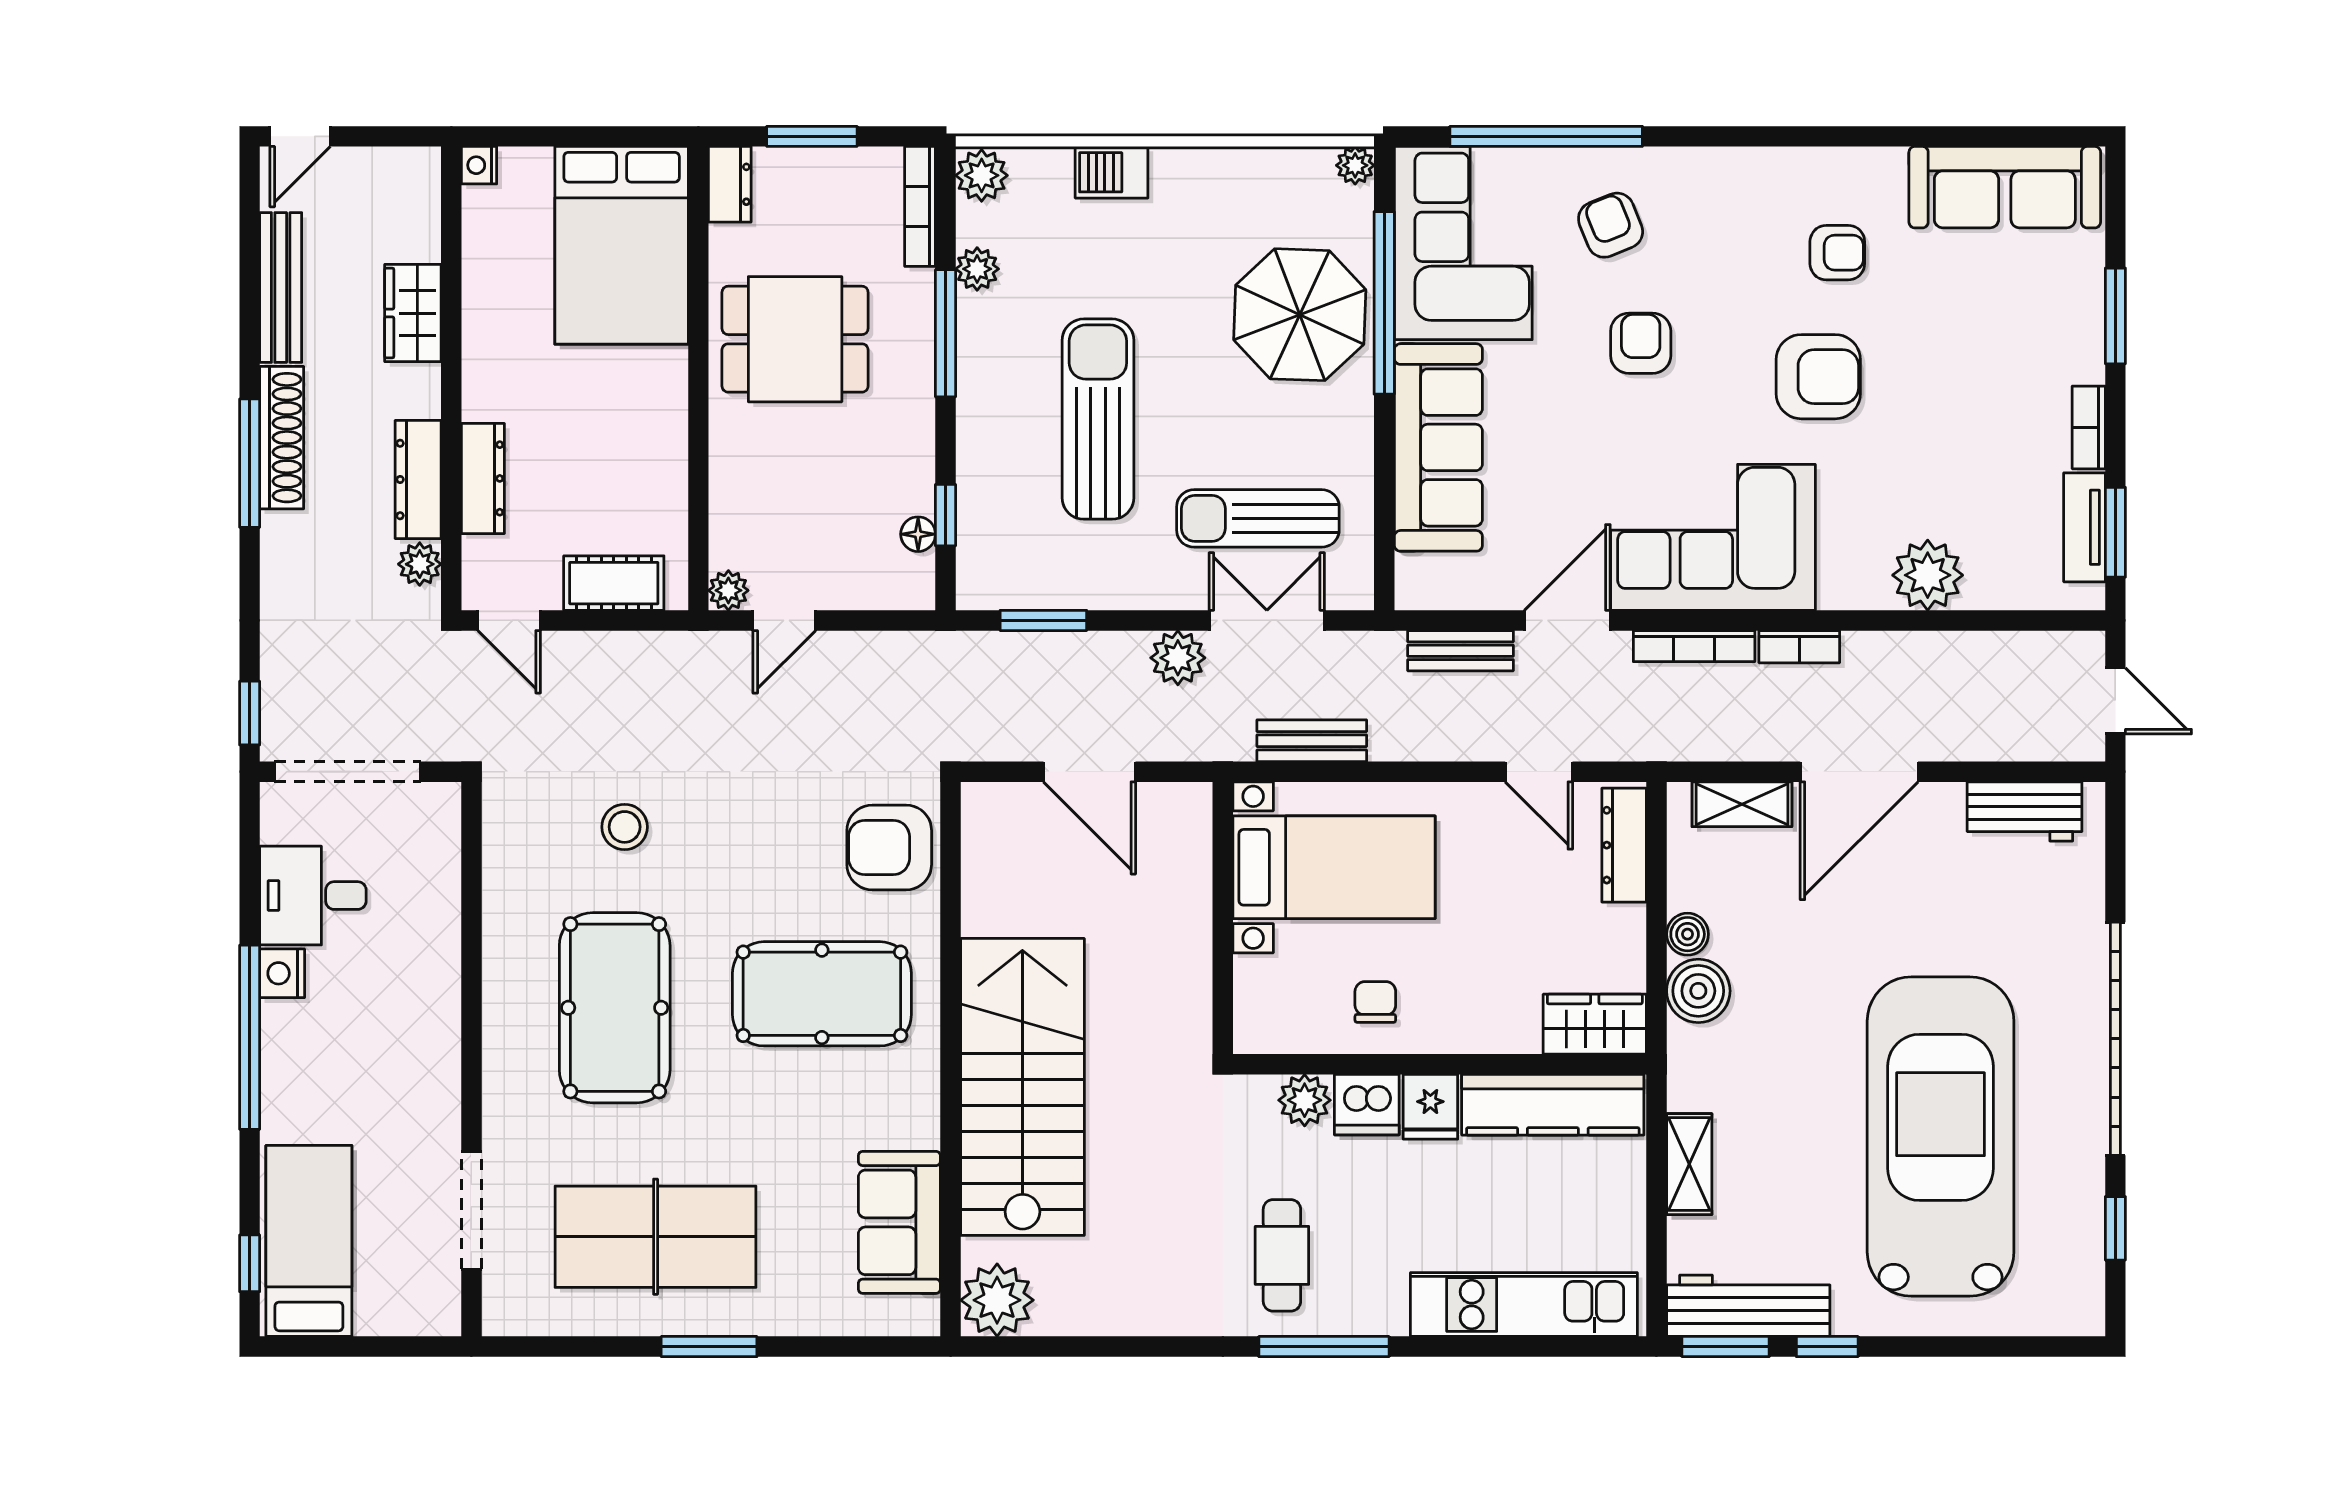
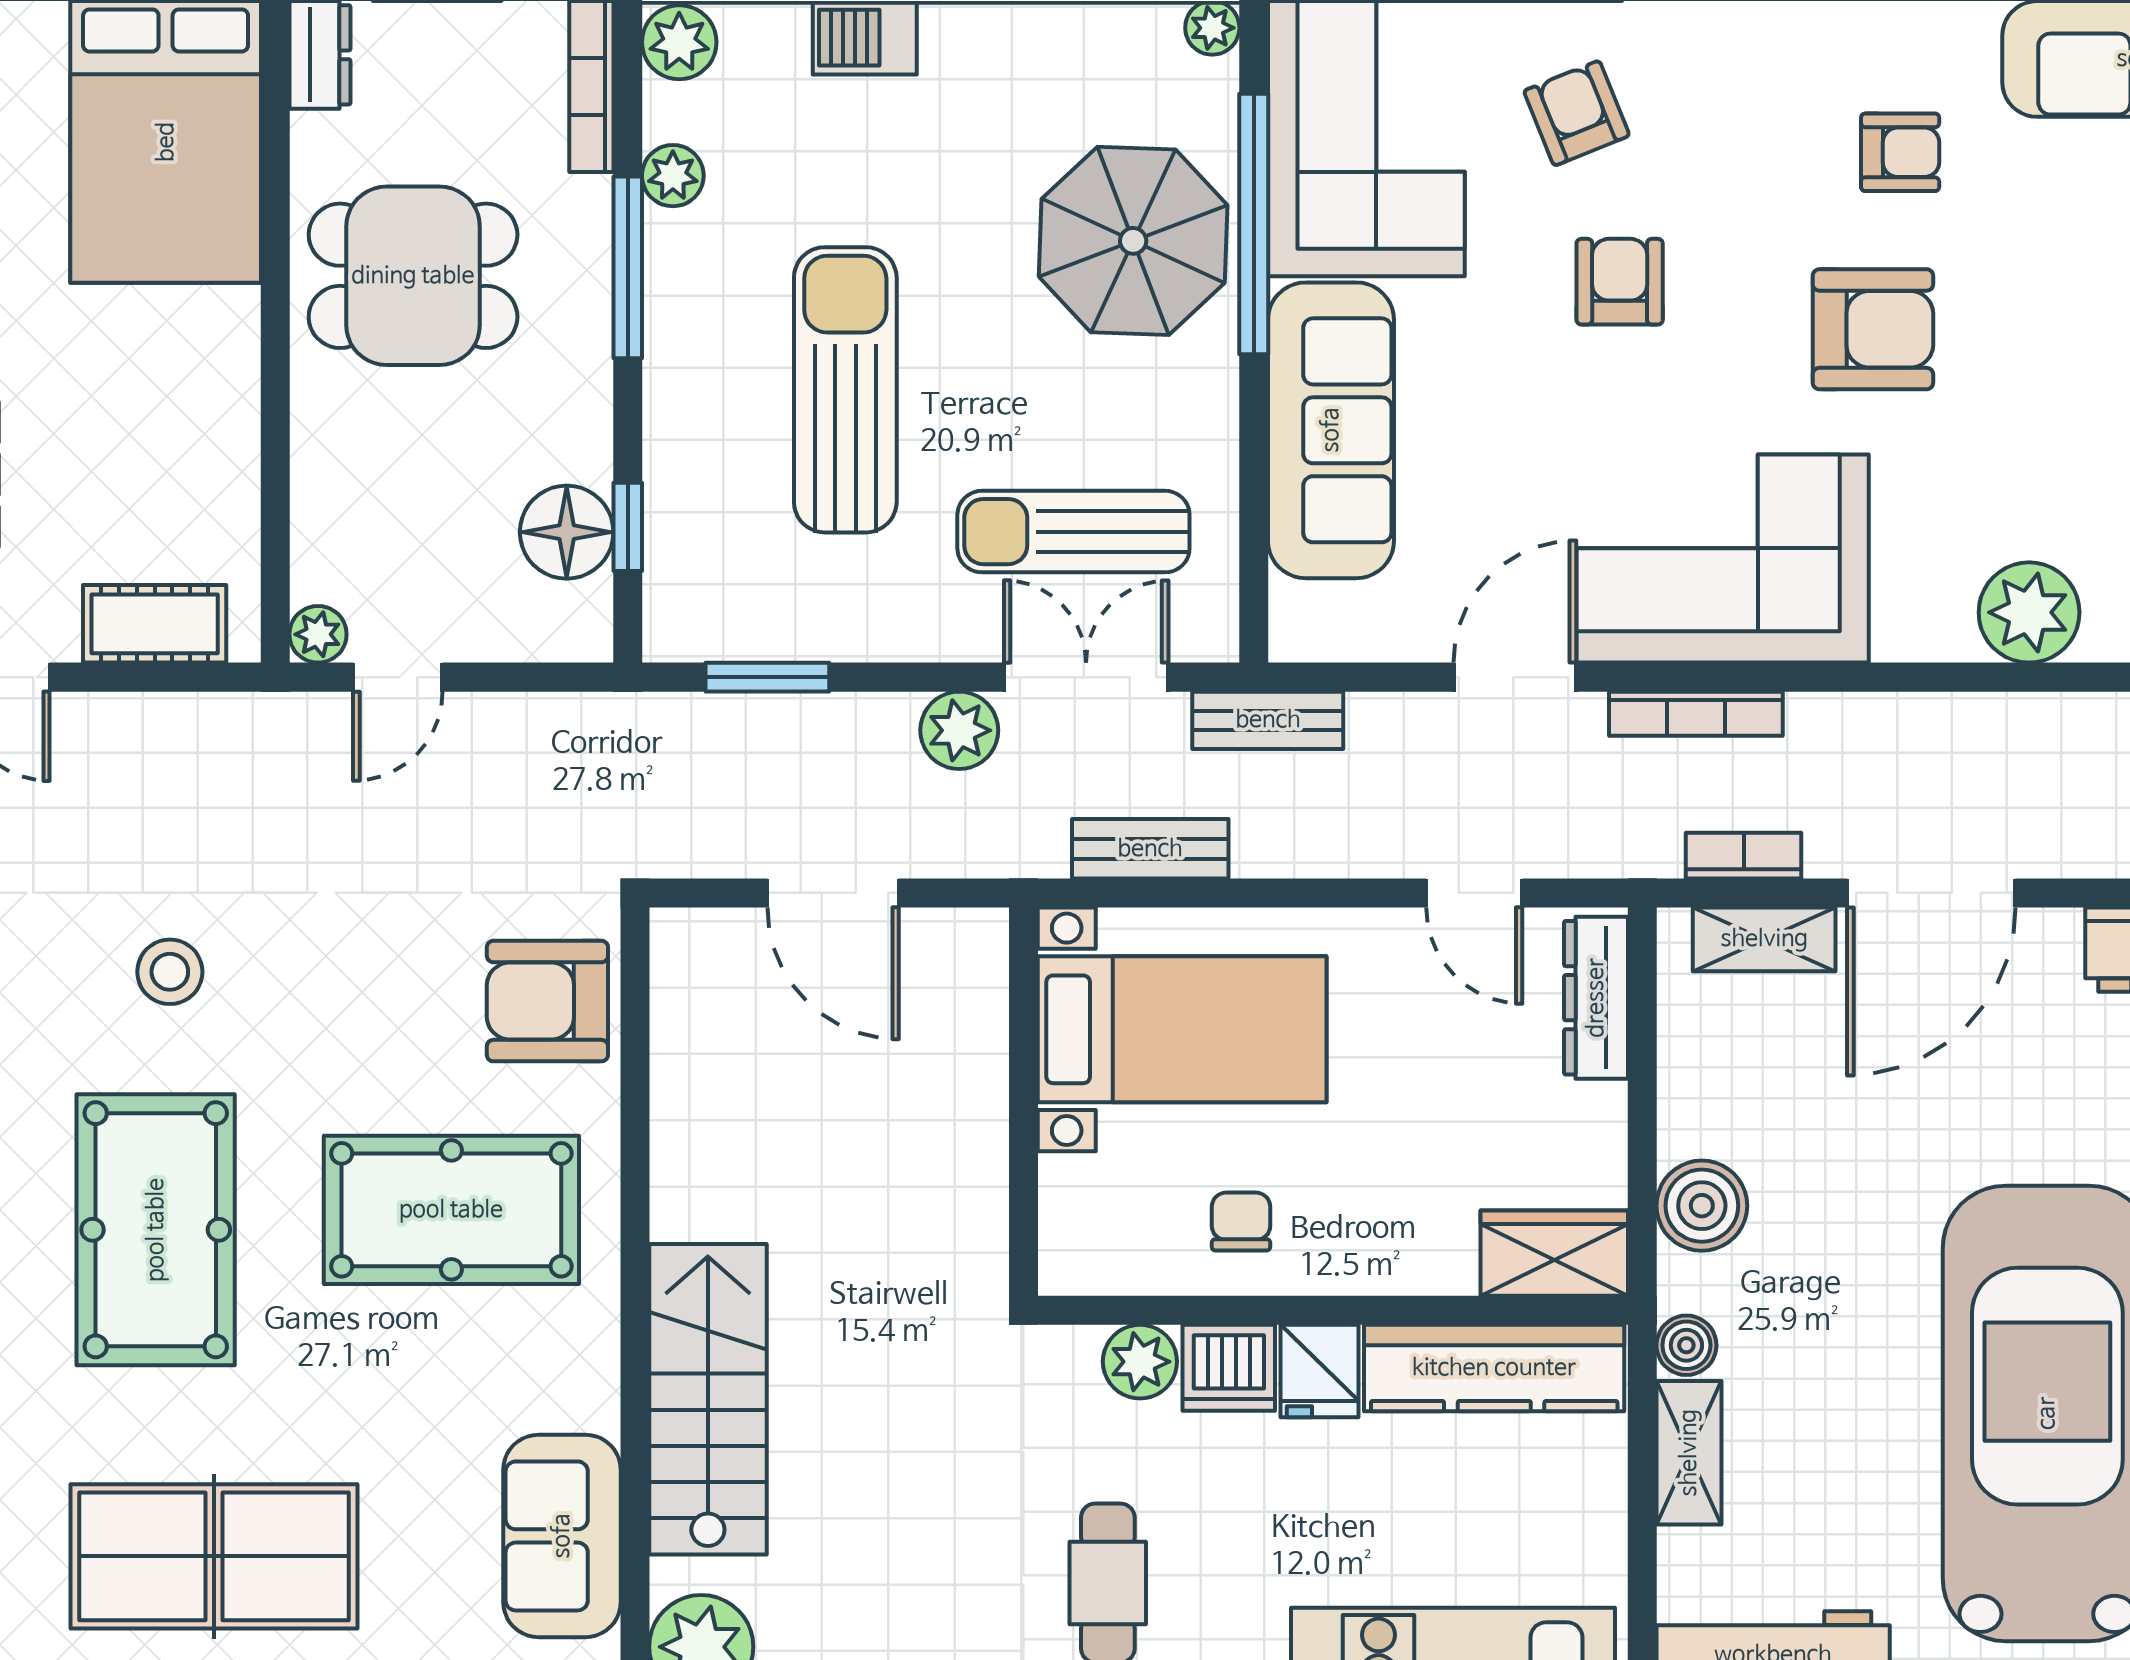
floor lamp: (918, 534) -> (567, 532), width x1.89, depth x1.89
bookcase: (1799, 647) -> (1744, 856), moved, turned 180
bench: (1460, 651) -> (1268, 720), moved
boiler: (1688, 934) -> (1686, 1345), moved
stairs: (1022, 1087) -> (708, 1399), width x0.73, depth x0.66

